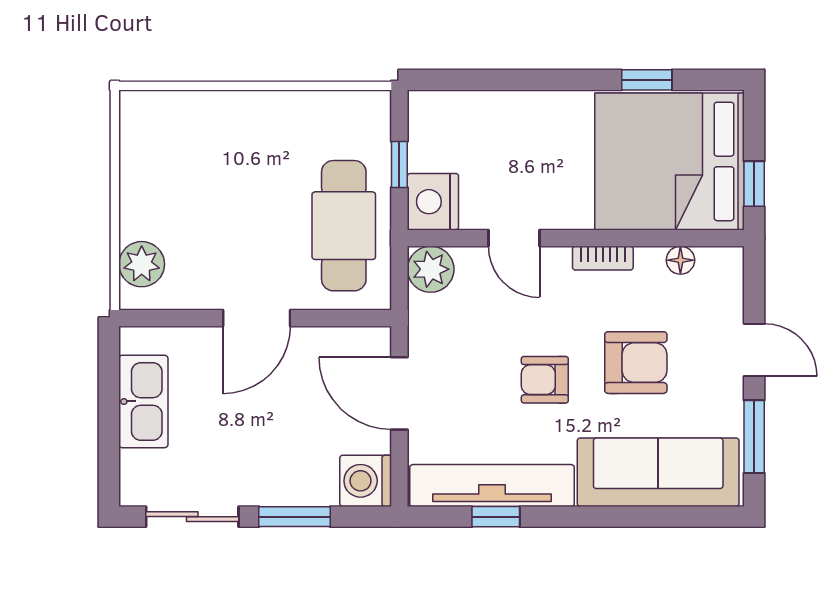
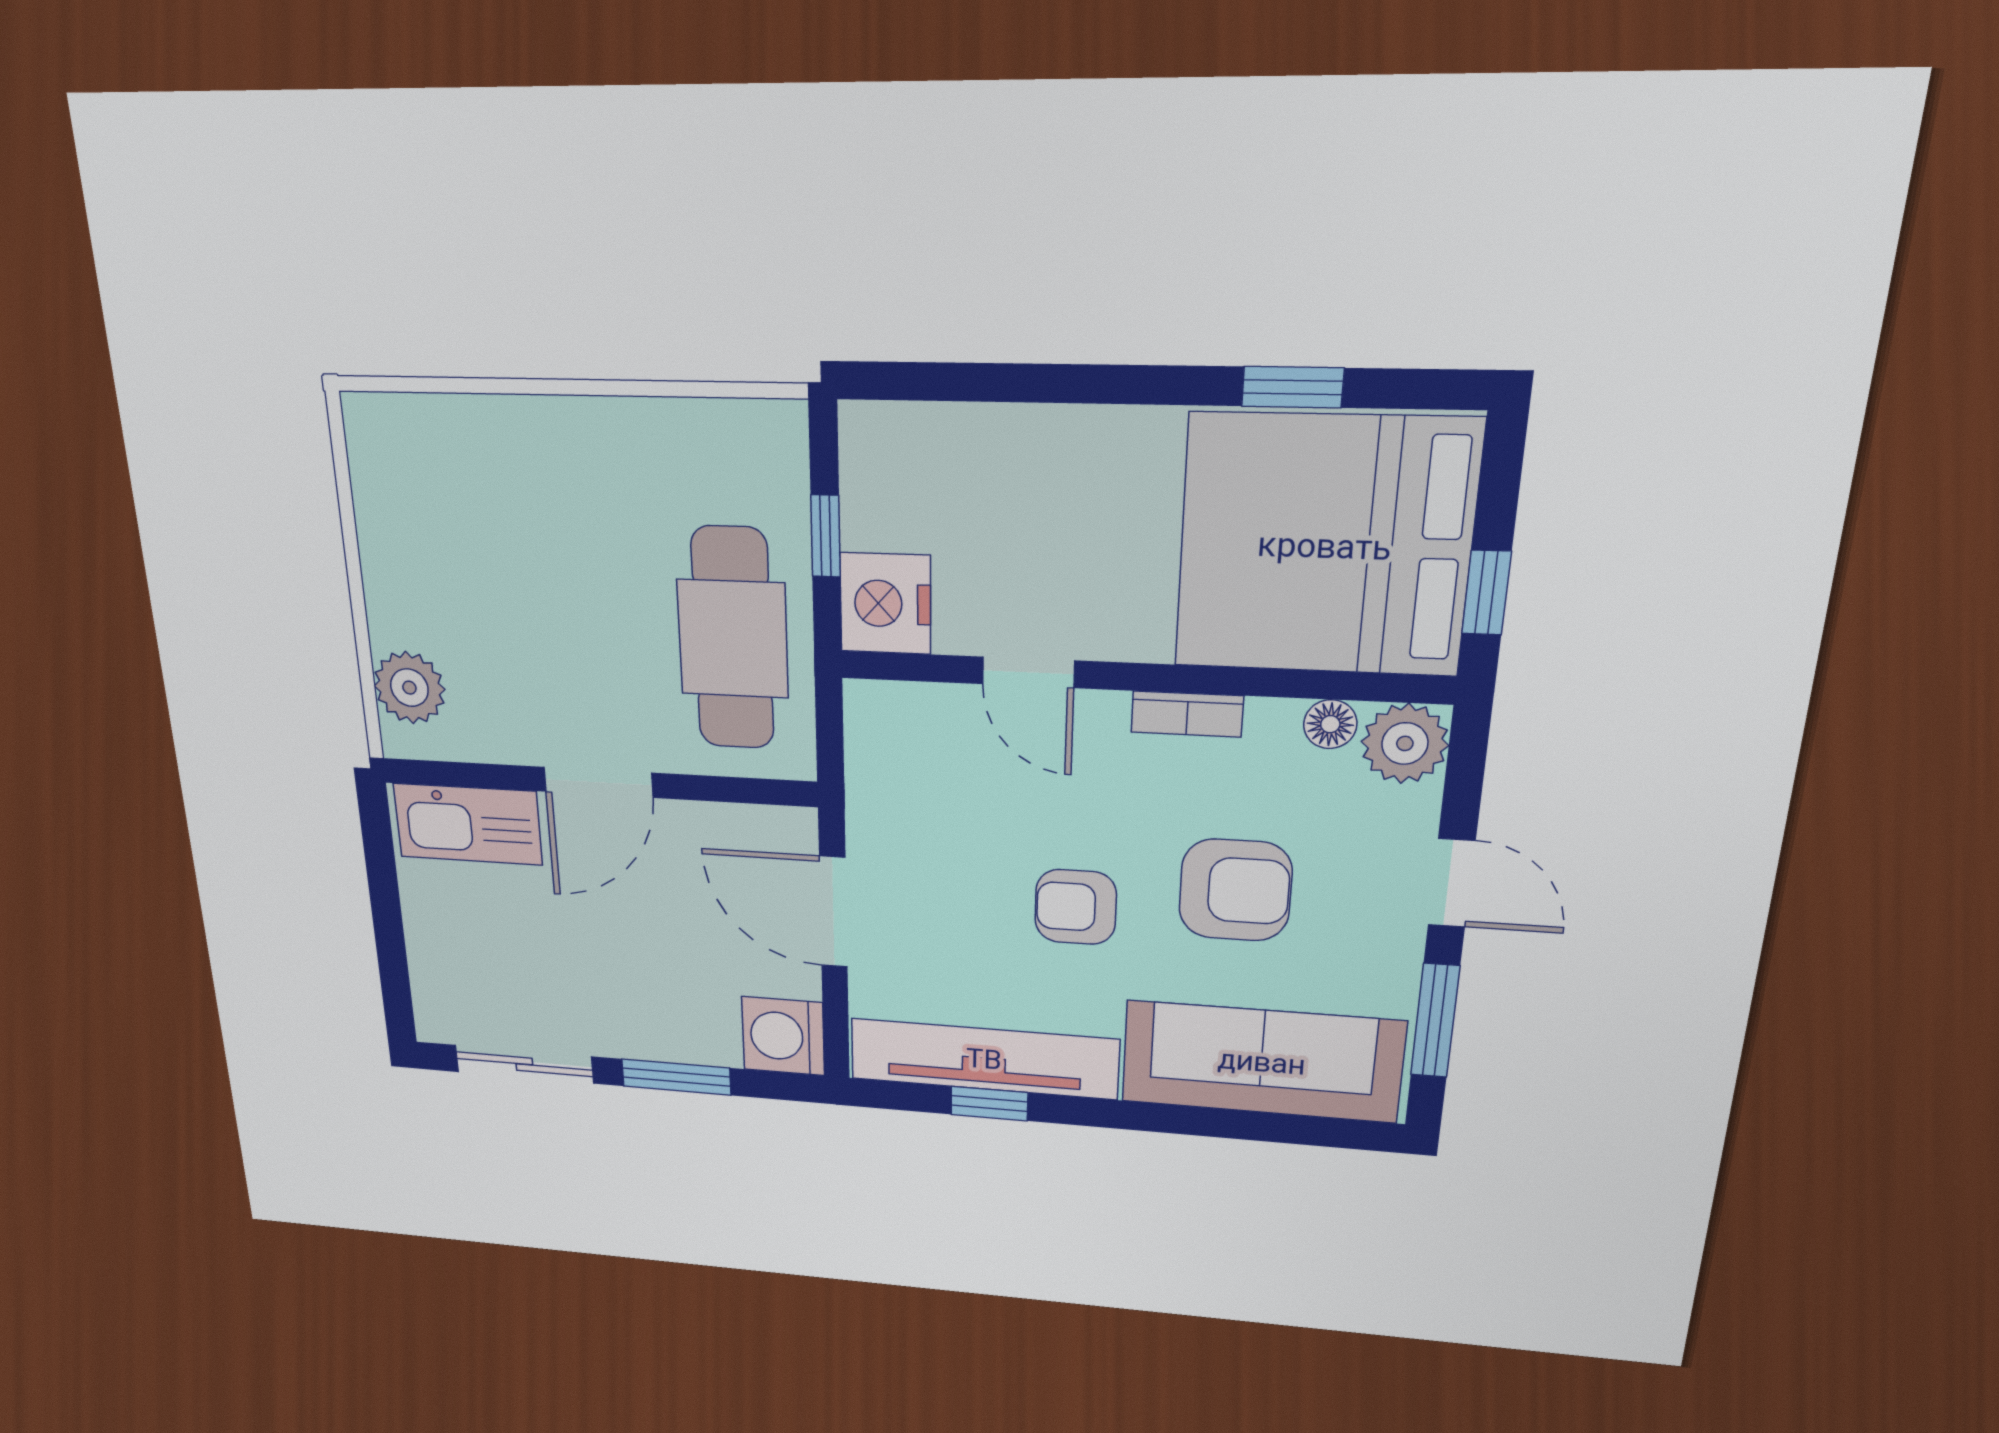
plant: (431, 269) -> (1405, 743), moved
kitchen sink: (143, 401) -> (468, 824), moved, turned 90

